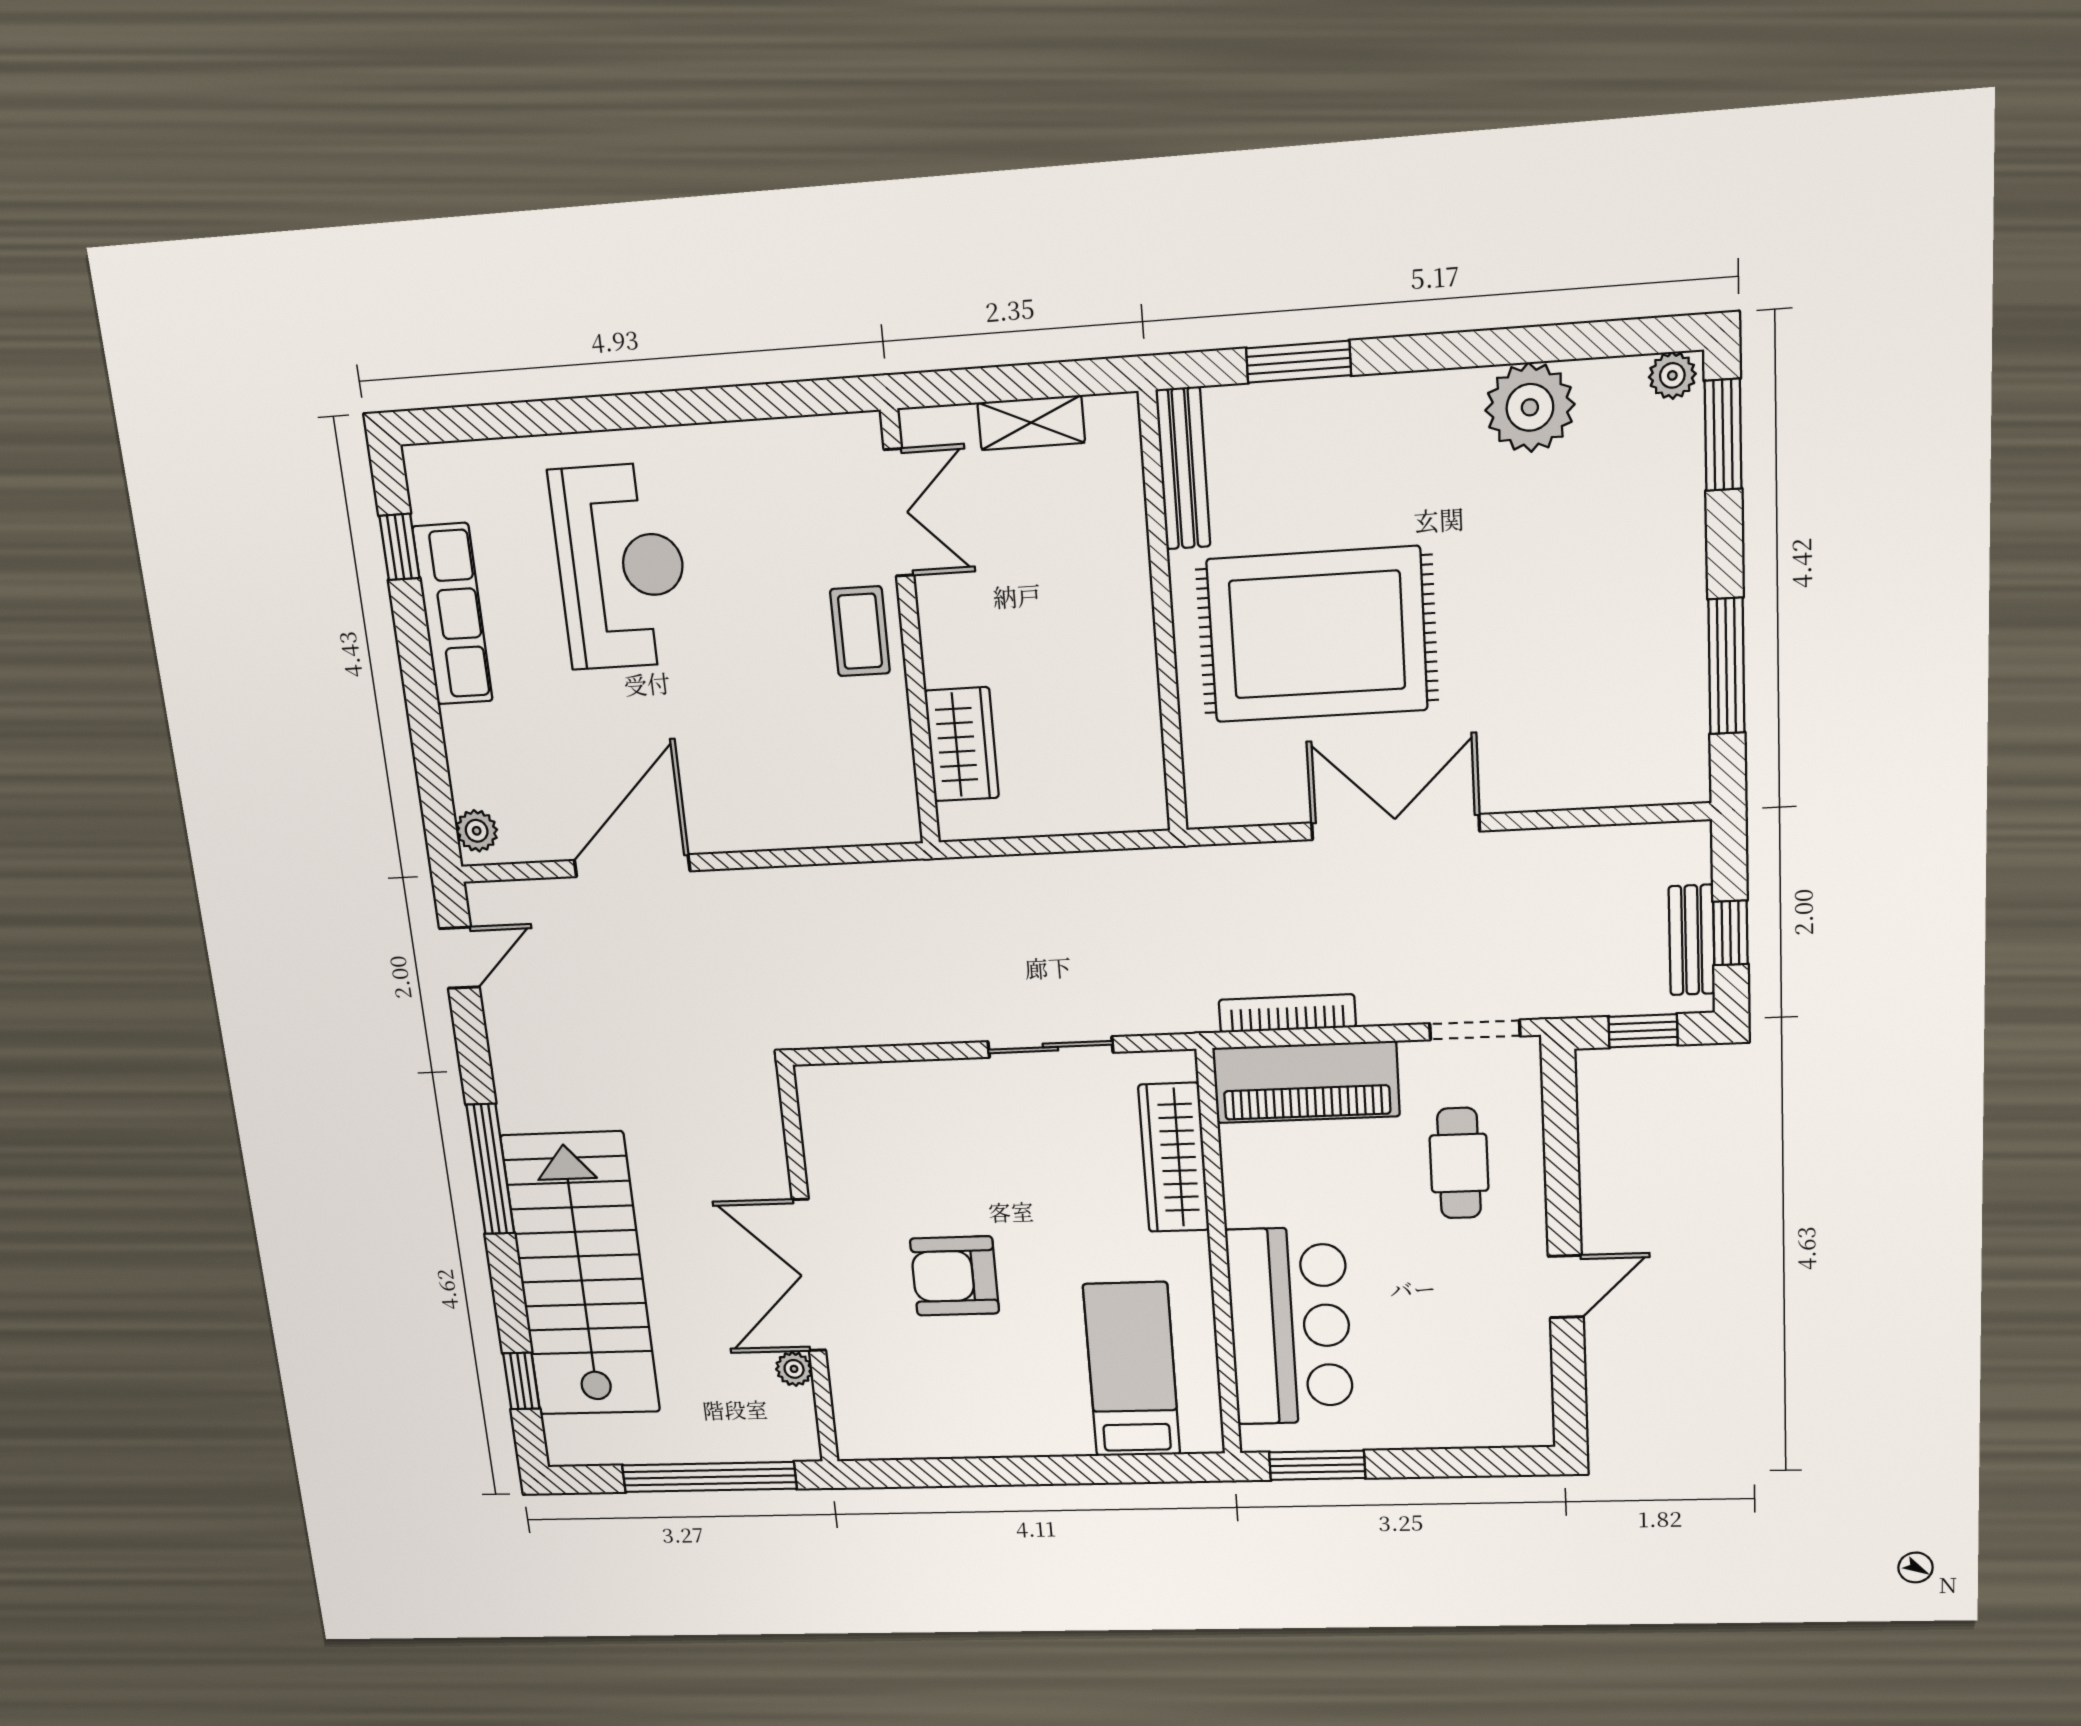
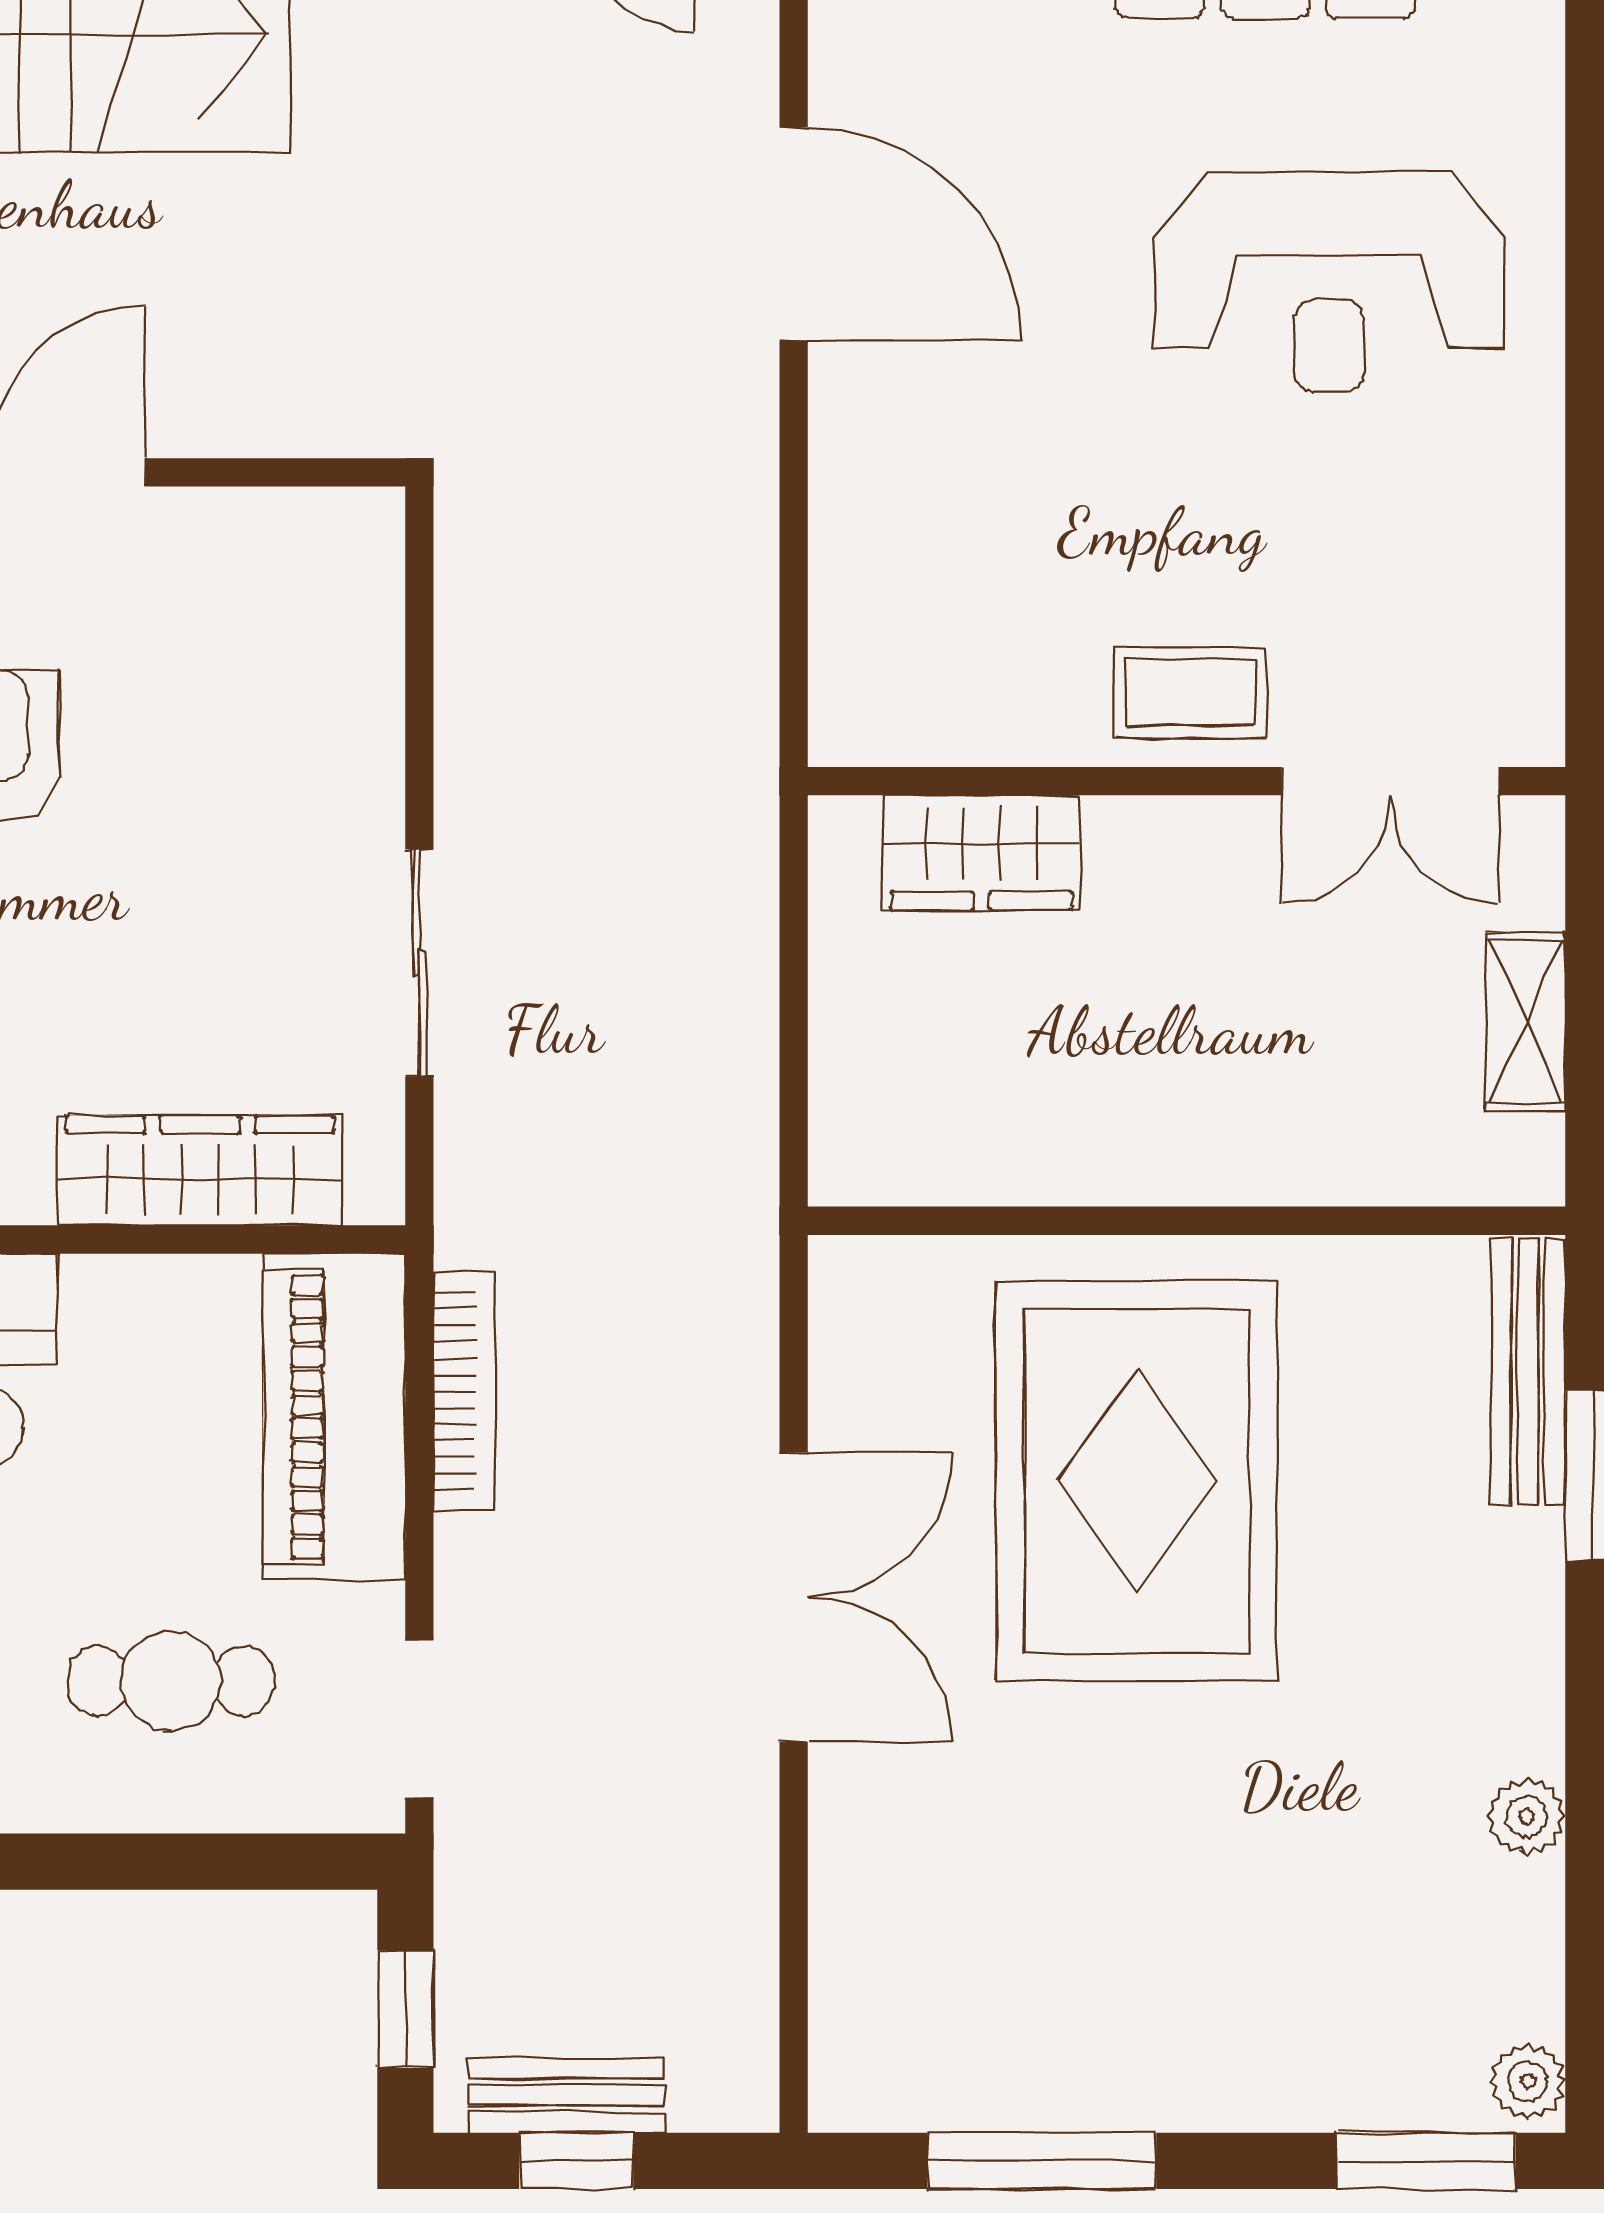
plant: (1530, 407) -> (1527, 1816), width x0.53, depth x0.53
bench: (1183, 468) -> (1528, 1372), moved, turned 90

